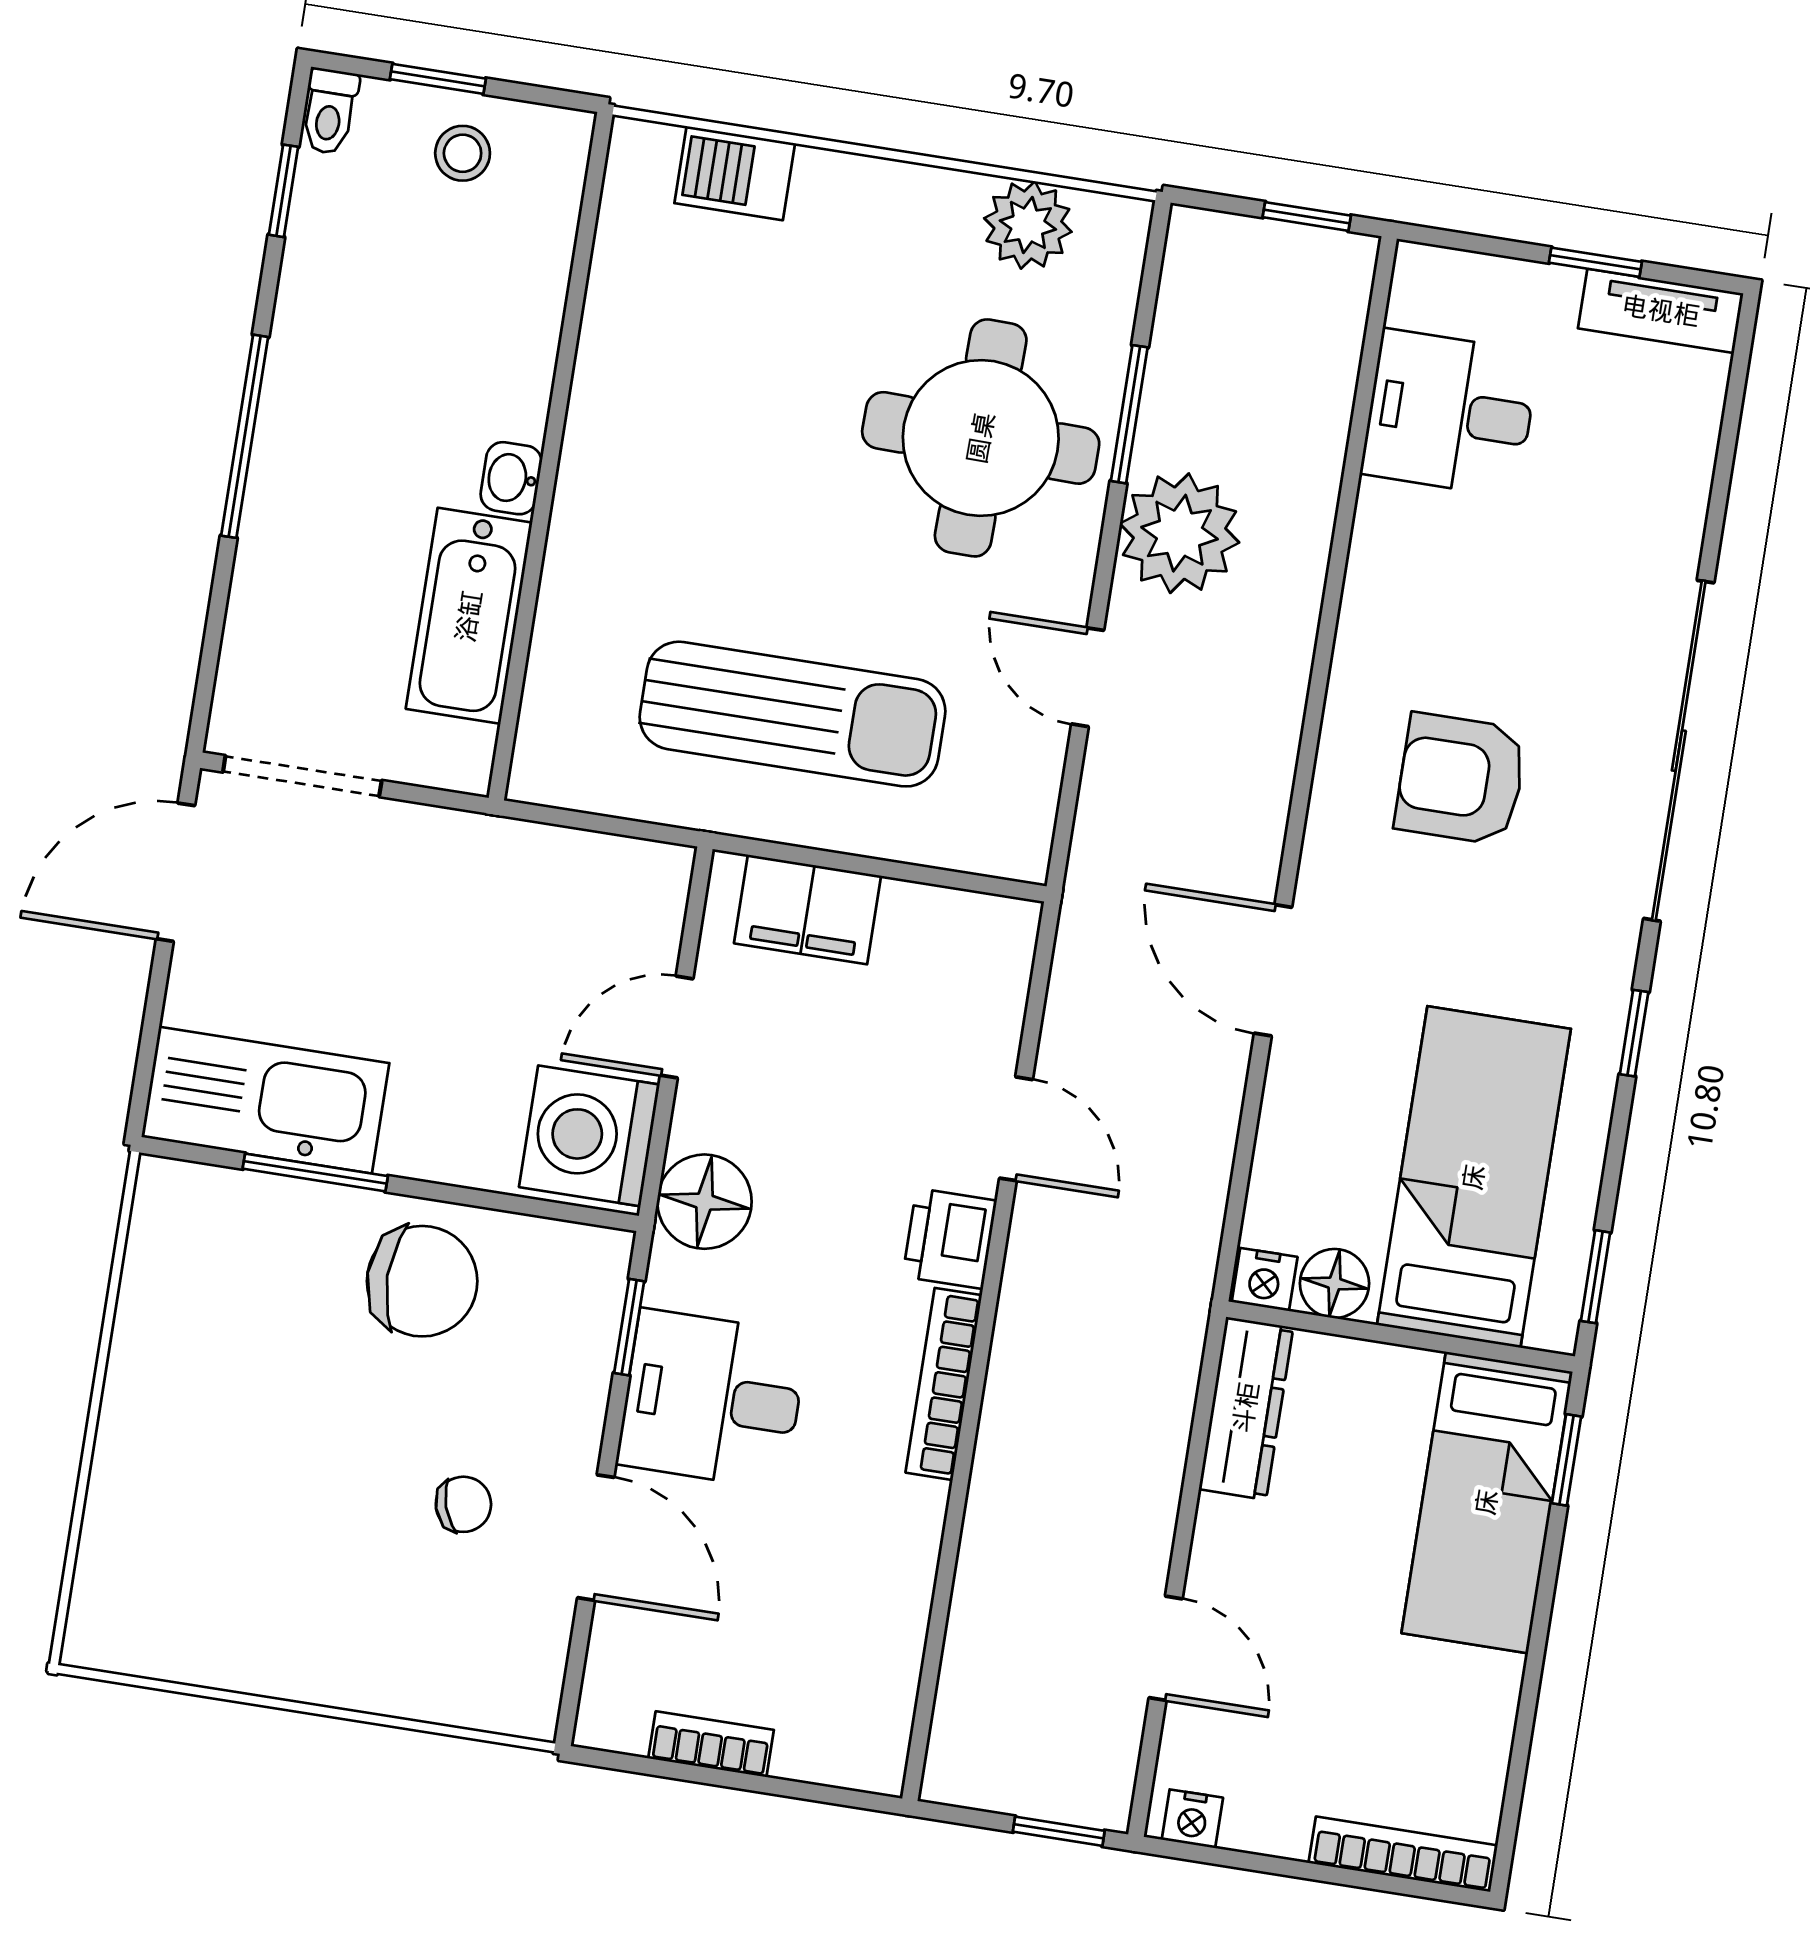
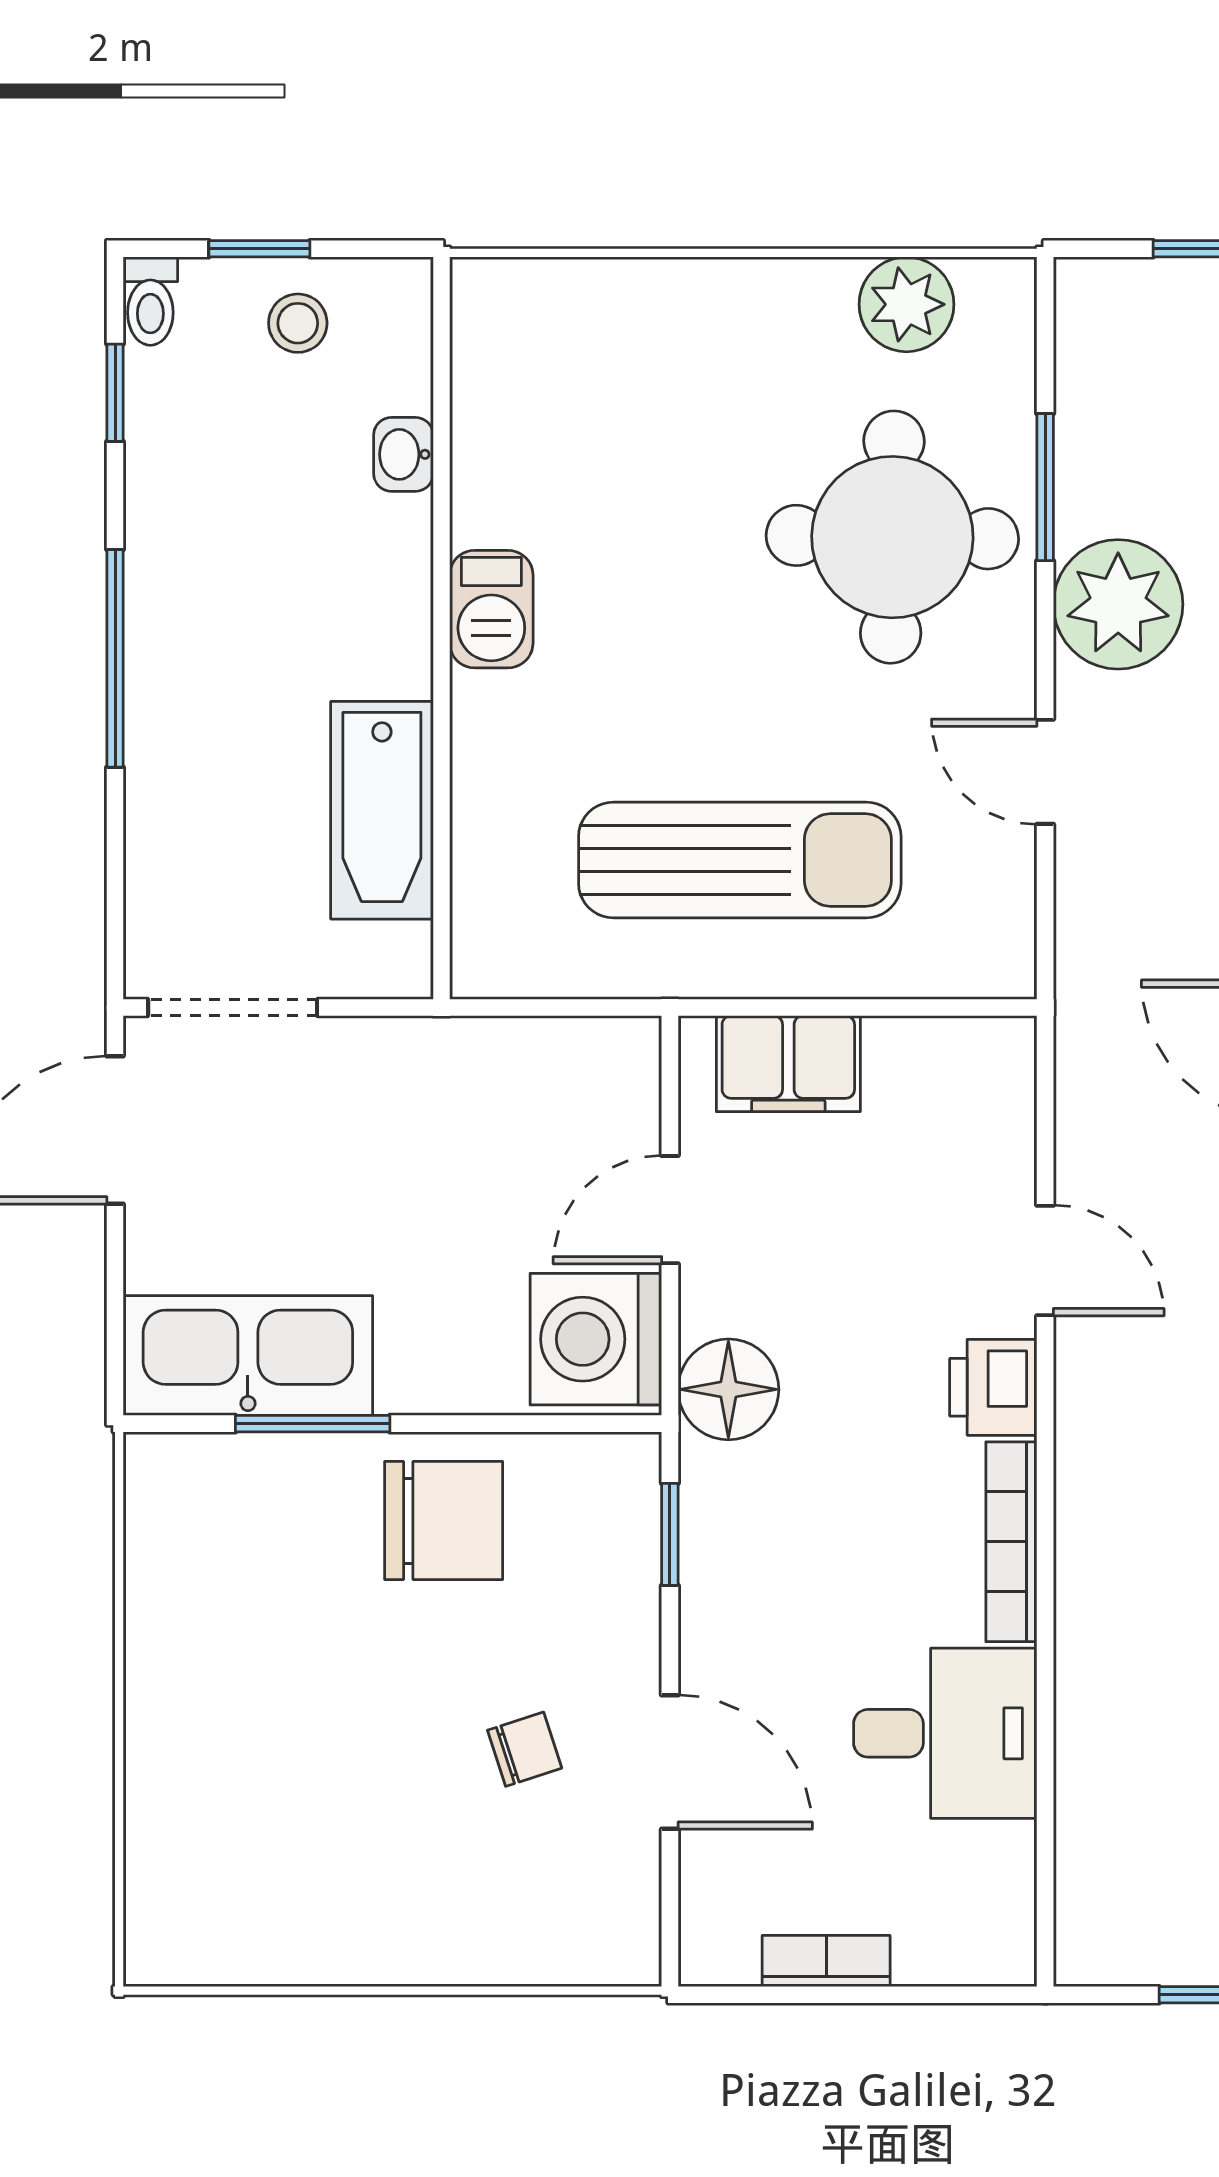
barbecue: (735, 173) -> (491, 609), moved, turned -90
washbasin: (511, 478) -> (403, 454), moved
desk: (712, 1399) -> (945, 1733), moved, turned 180

